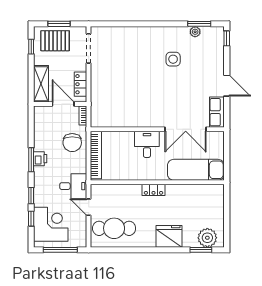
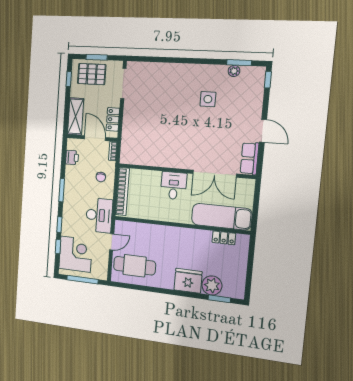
chair: (72, 143) -> (101, 177), width x0.54, depth x0.54
printer: (40, 159) -> (72, 157), moved
desk: (73, 186) -> (99, 215), width x1.37
locker: (154, 190) -> (224, 238), moved
door: (89, 207) -> (112, 242), swing flipped
plant: (207, 238) -> (212, 285), moved

